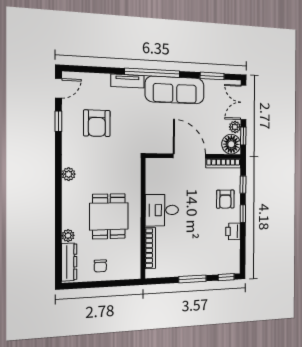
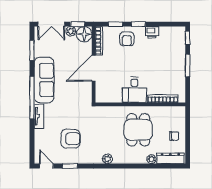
armchair: (225, 199) -> (127, 39), turned 90
dining table: (109, 216) -> (138, 130), turned 90

